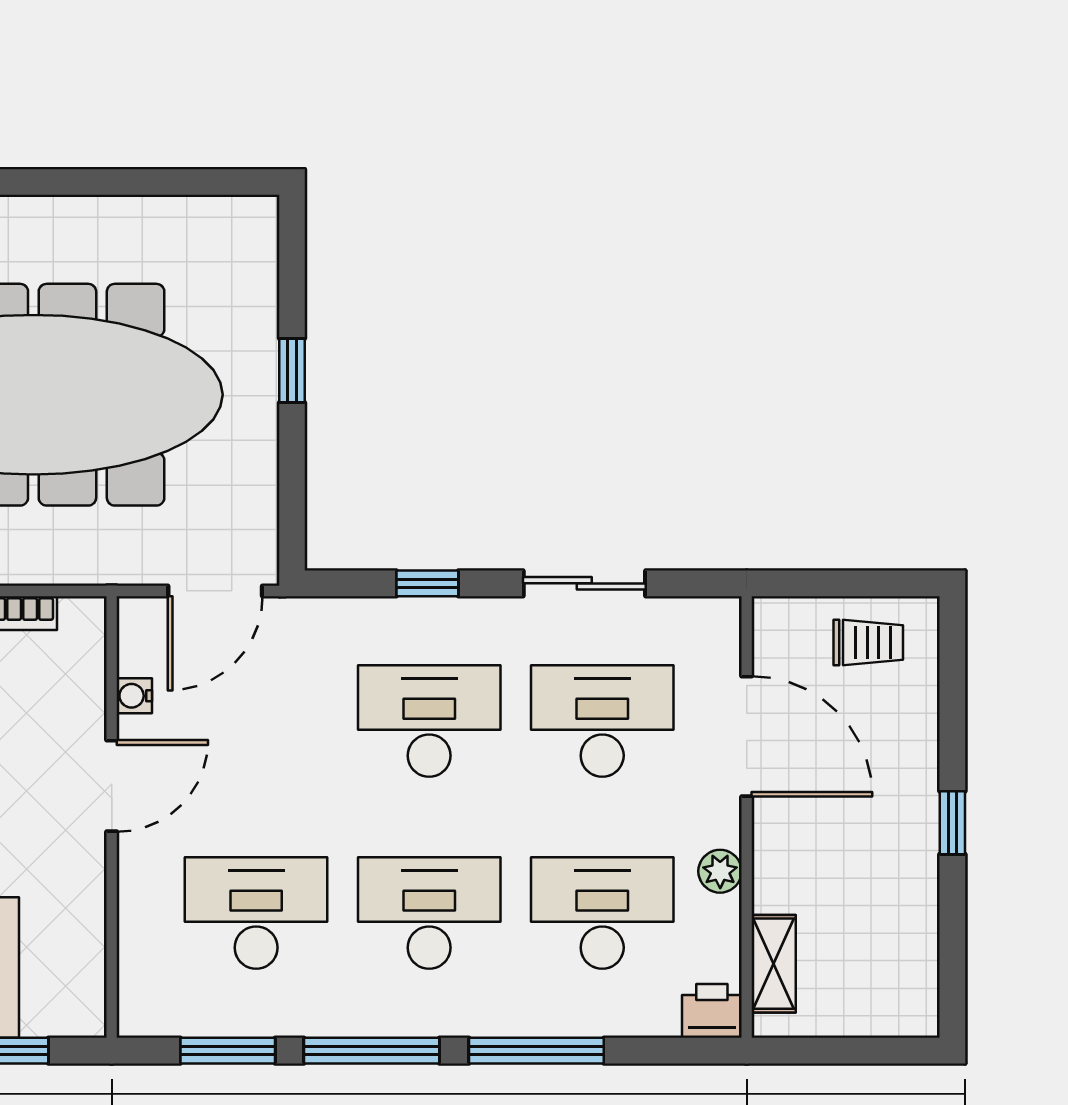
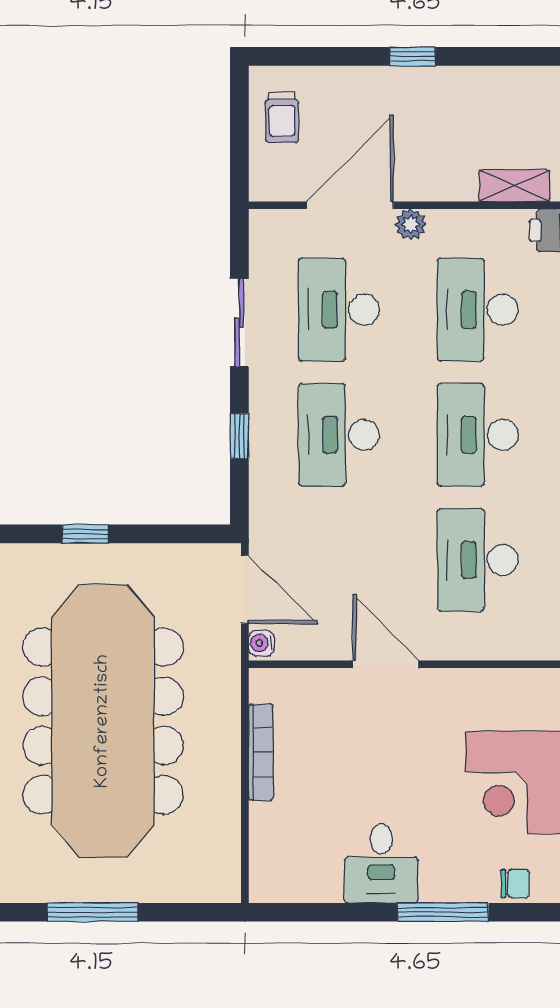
trolley: (868, 642) -> (282, 117), turned 180
water cooler: (134, 696) -> (261, 643), moved, turned 90
plant: (720, 871) -> (411, 224), moved

